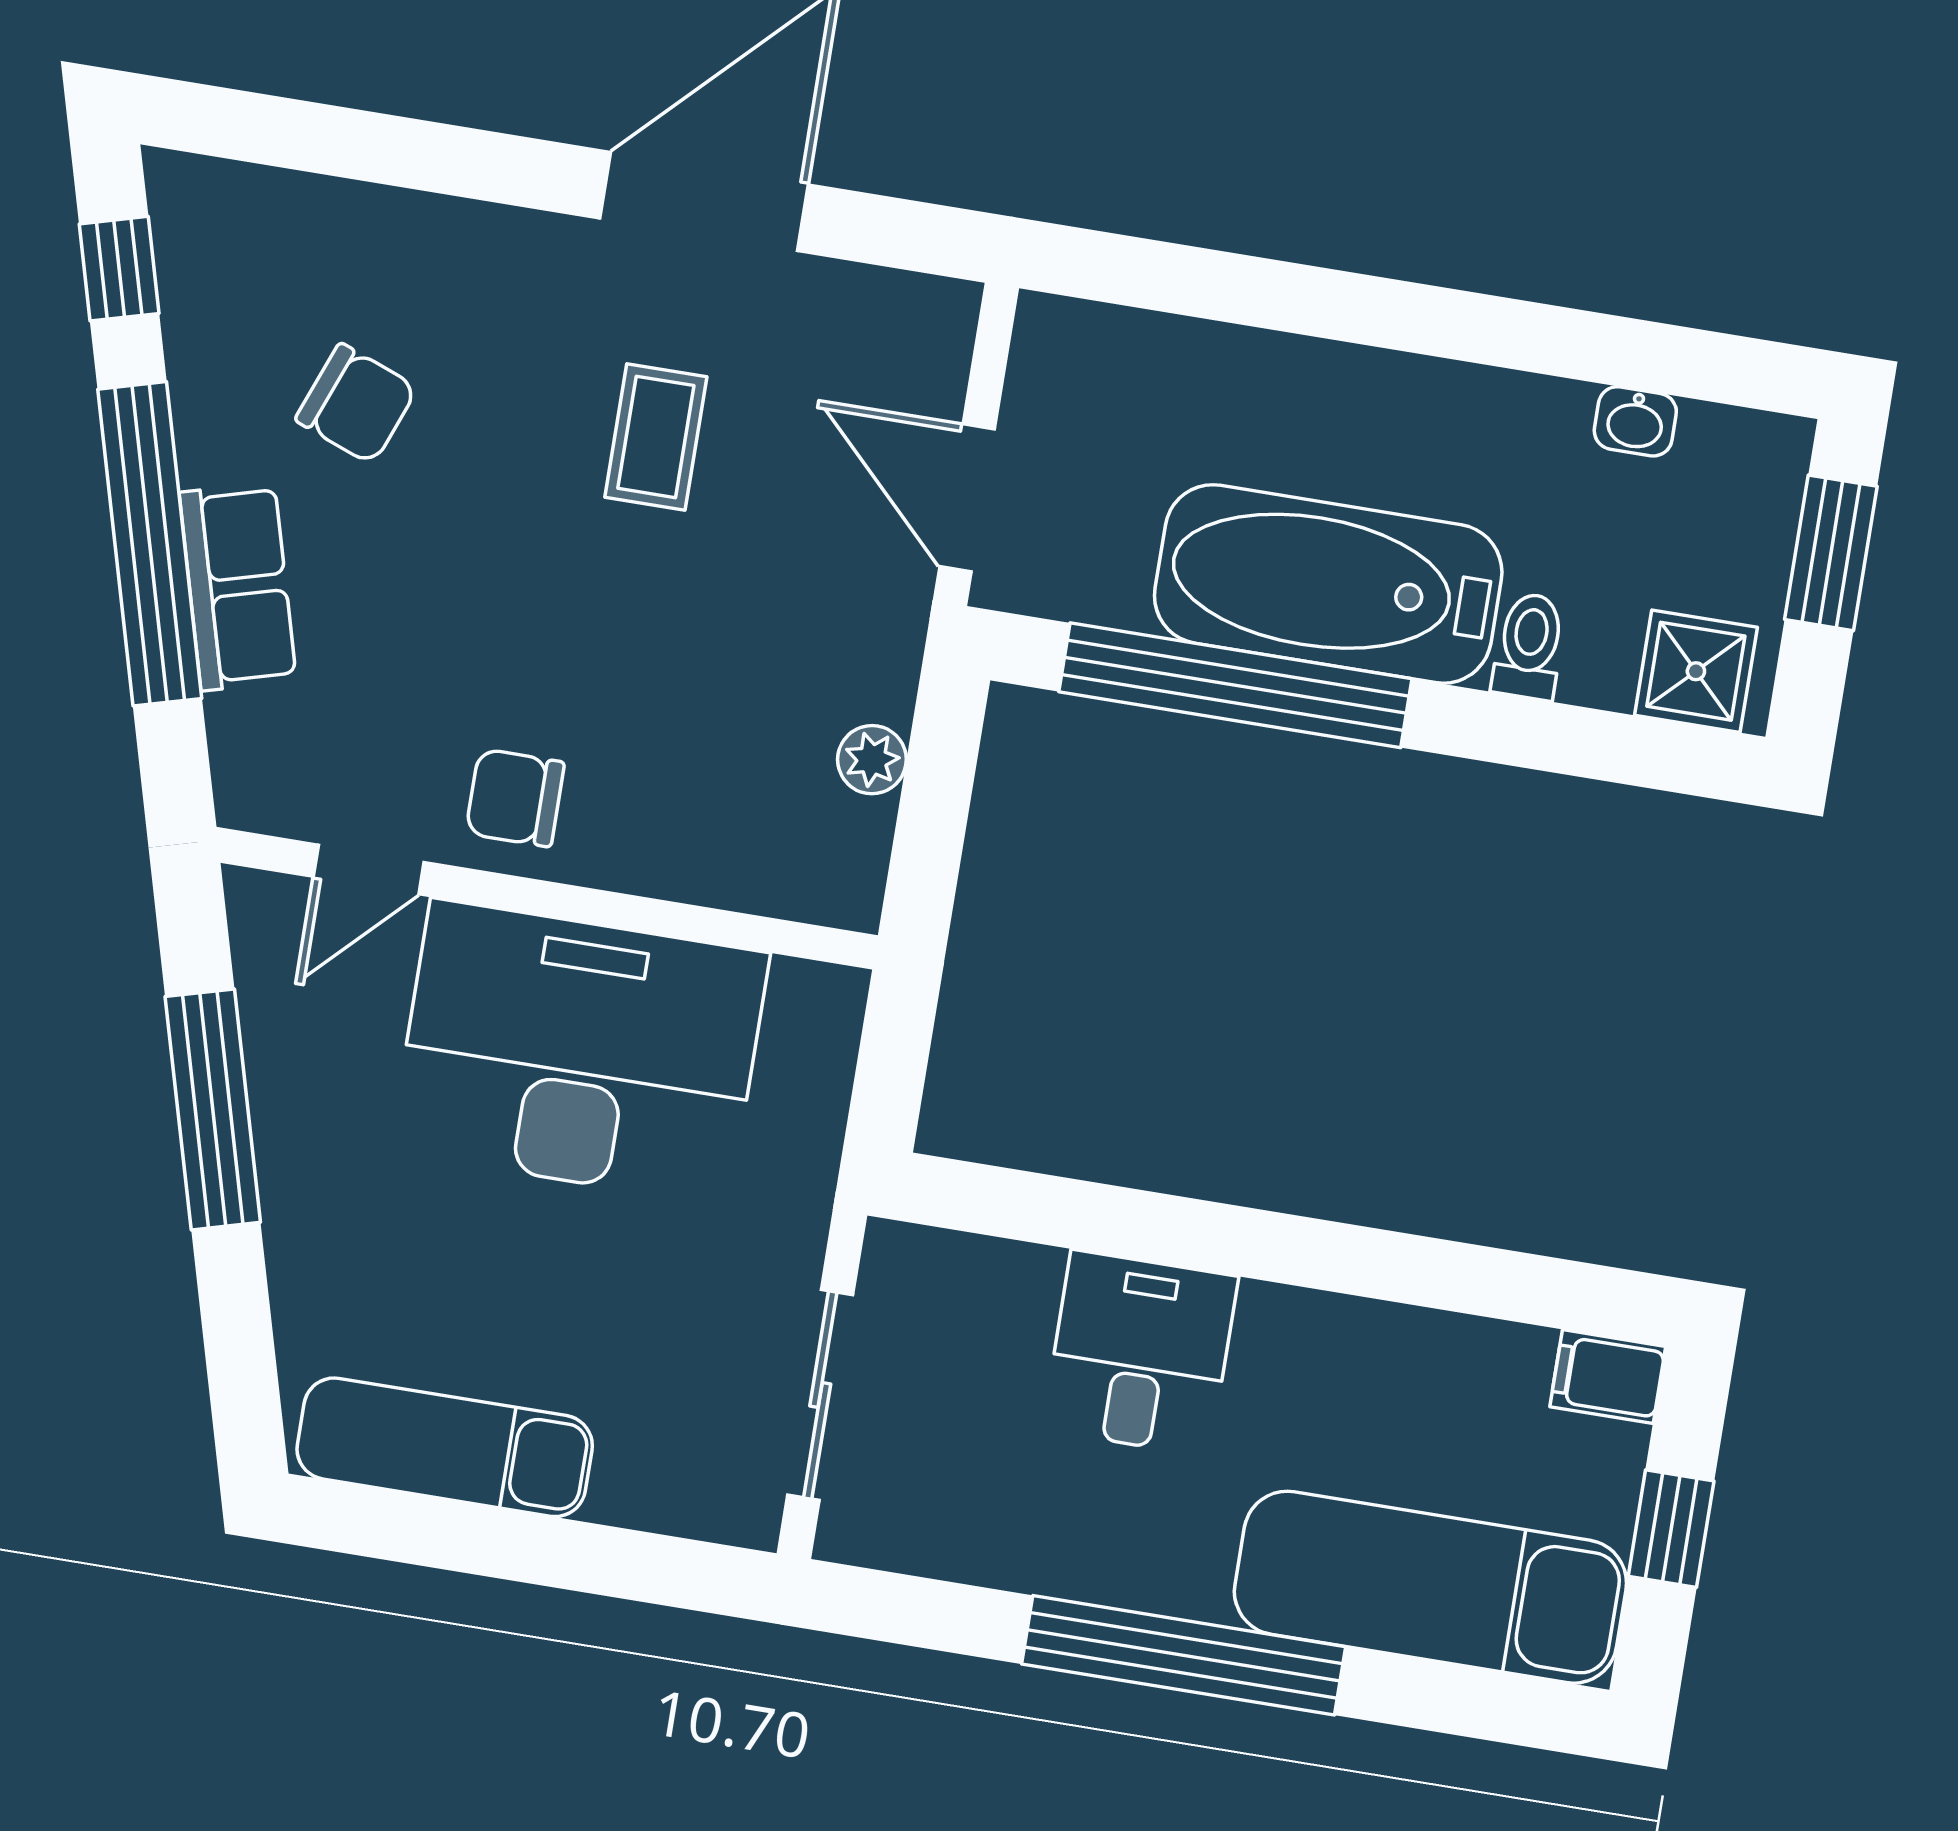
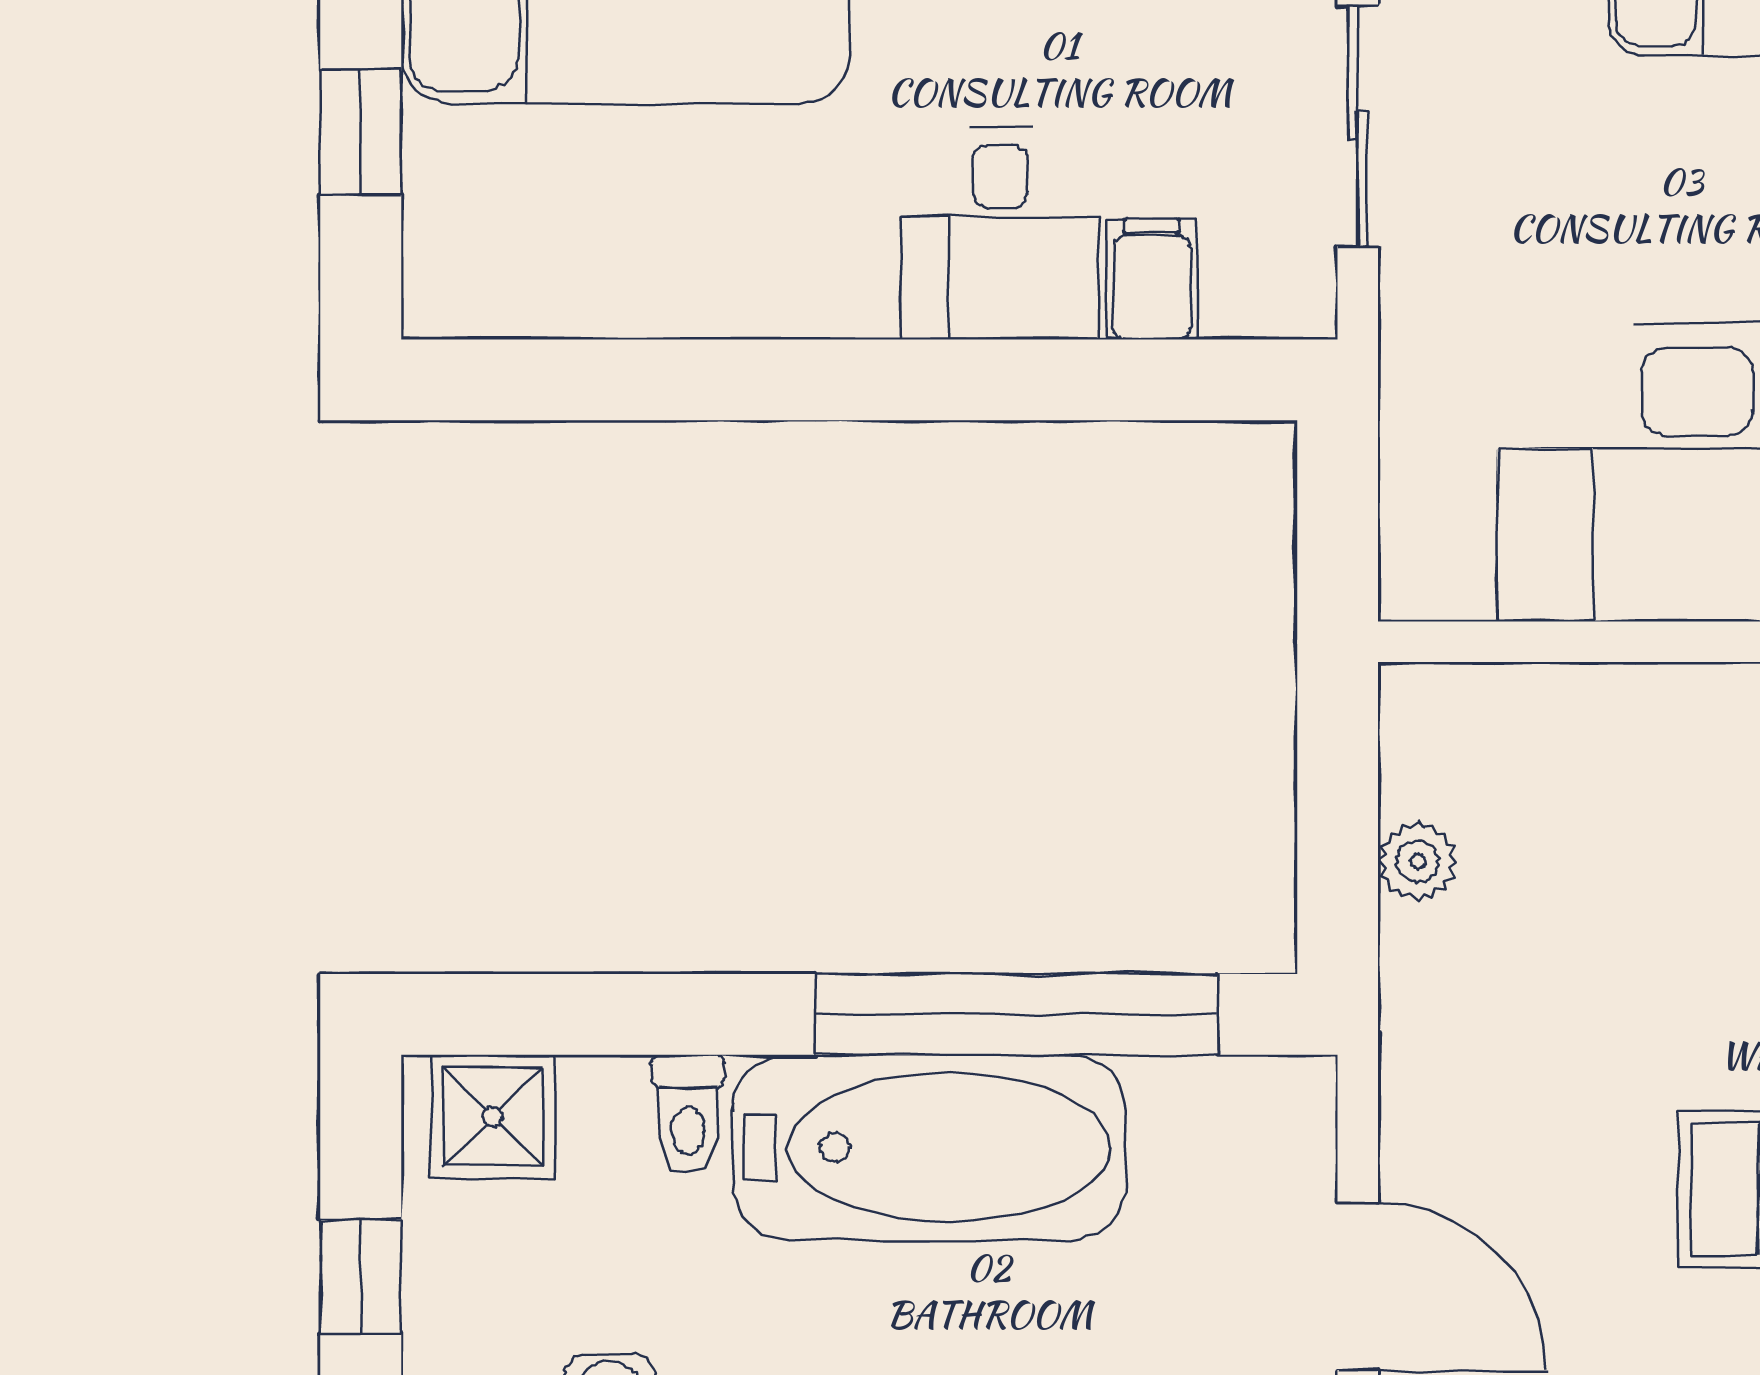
door: (967, 498) -> (1358, 1286), moved
window: (1831, 553) -> (361, 1277), width x0.67
filing cabinet: (1608, 1377) -> (1152, 279), moved, turned -90

